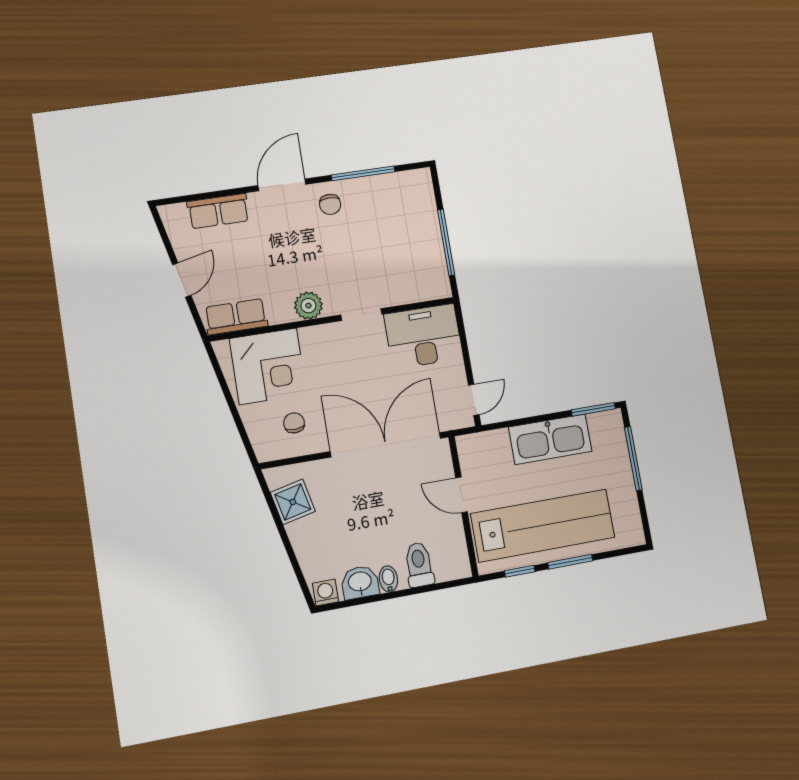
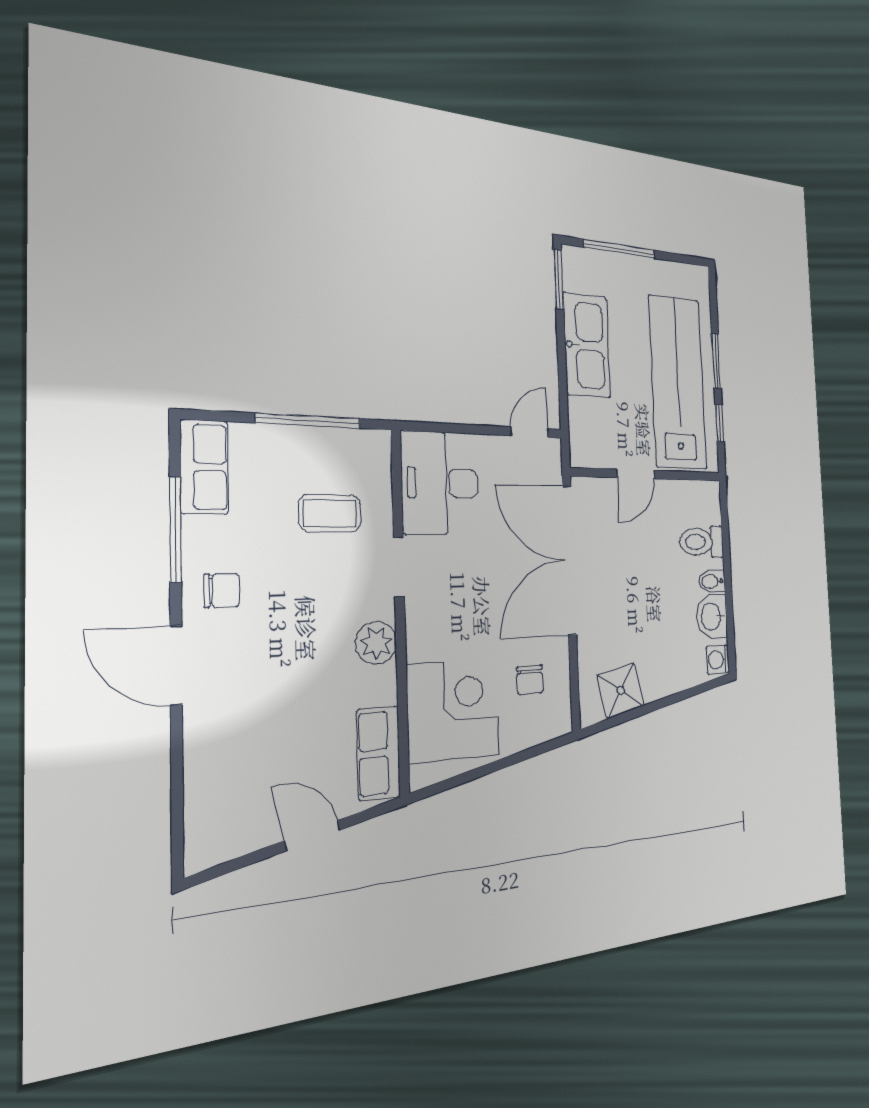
row of seats: (218, 211) -> (204, 467), moved
coffee table: (389, 264) -> (330, 513), added
door: (474, 400) -> (529, 432), hinge flipped
chair: (294, 423) -> (530, 680), turned -88

